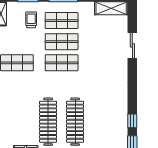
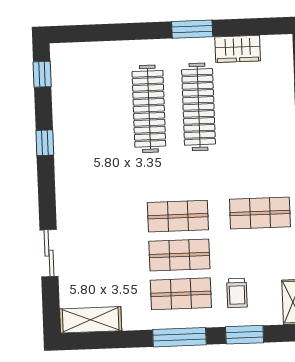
window: (132, 121) -> (45, 143), moved

